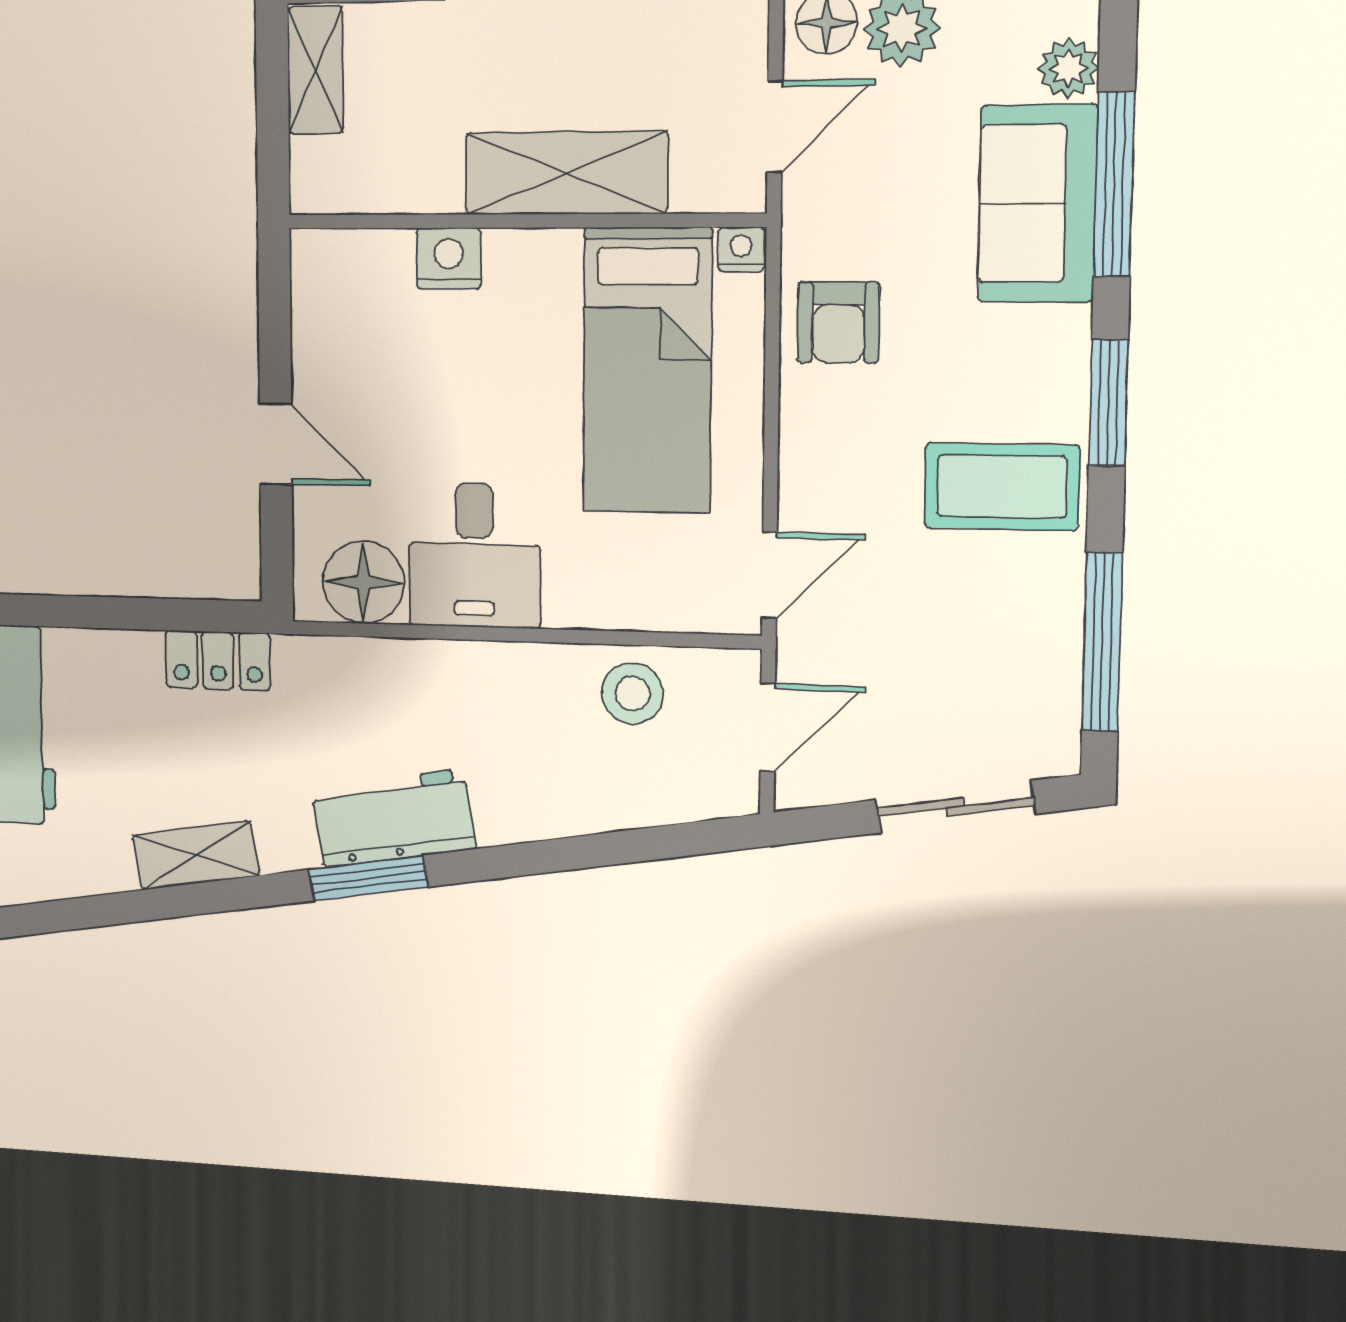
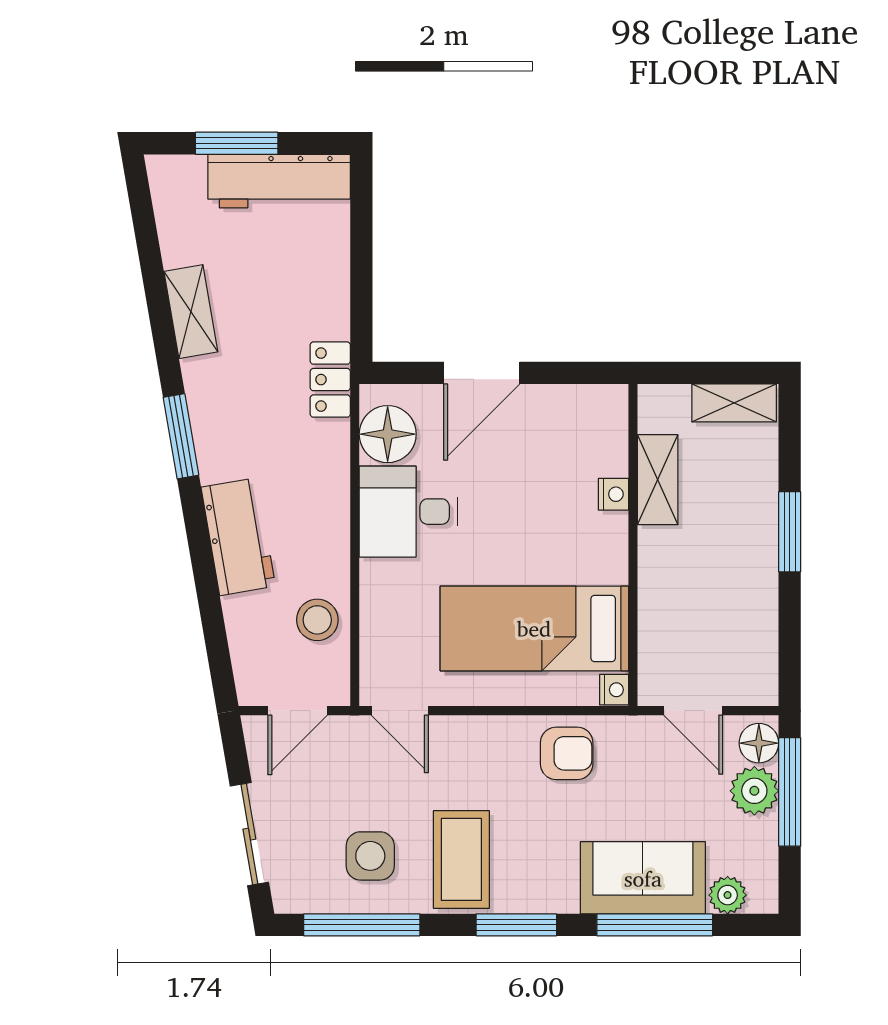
shelving: (566, 173) -> (658, 480), moved, width x0.67, depth x0.75
nightstand: (449, 258) -> (613, 494), width x0.72, depth x0.74
armchair: (838, 322) -> (567, 753), turned 180
door: (276, 444) -> (482, 373), width x1.38
side table: (993, 626) -> (370, 856), added
locker: (218, 660) -> (330, 380), moved
door: (768, 727) -> (298, 711), hinge flipped
workbench: (393, 818) -> (238, 537), moved

